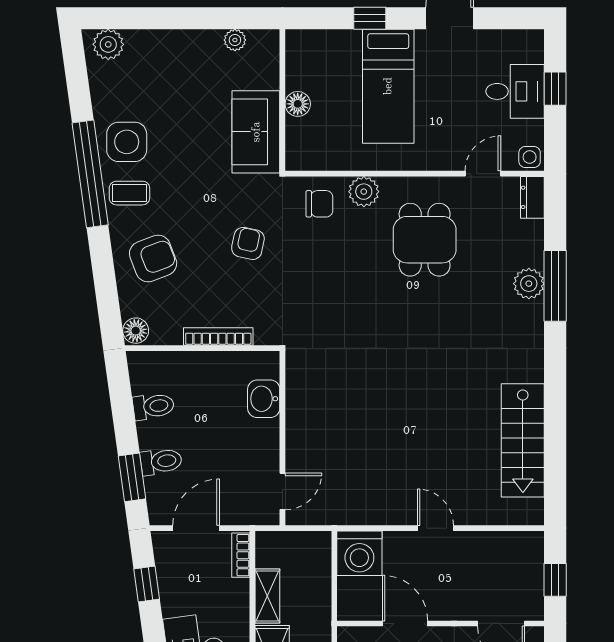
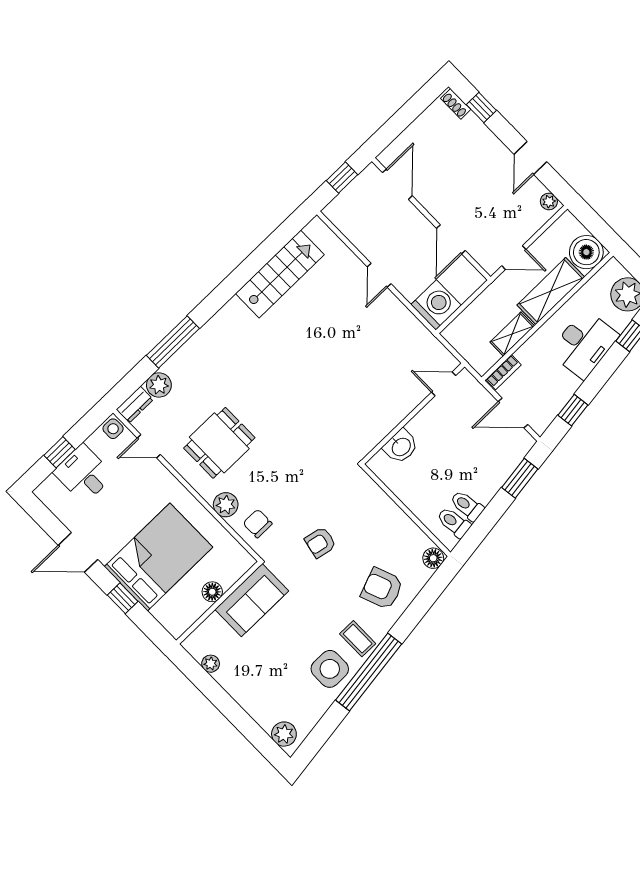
bed: (388, 86) -> (159, 557), width x1.50
plant: (529, 284) -> (159, 385), moved
bookcase: (218, 337) -> (390, 507), removed
toilet: (161, 461) -> (454, 522), moved

